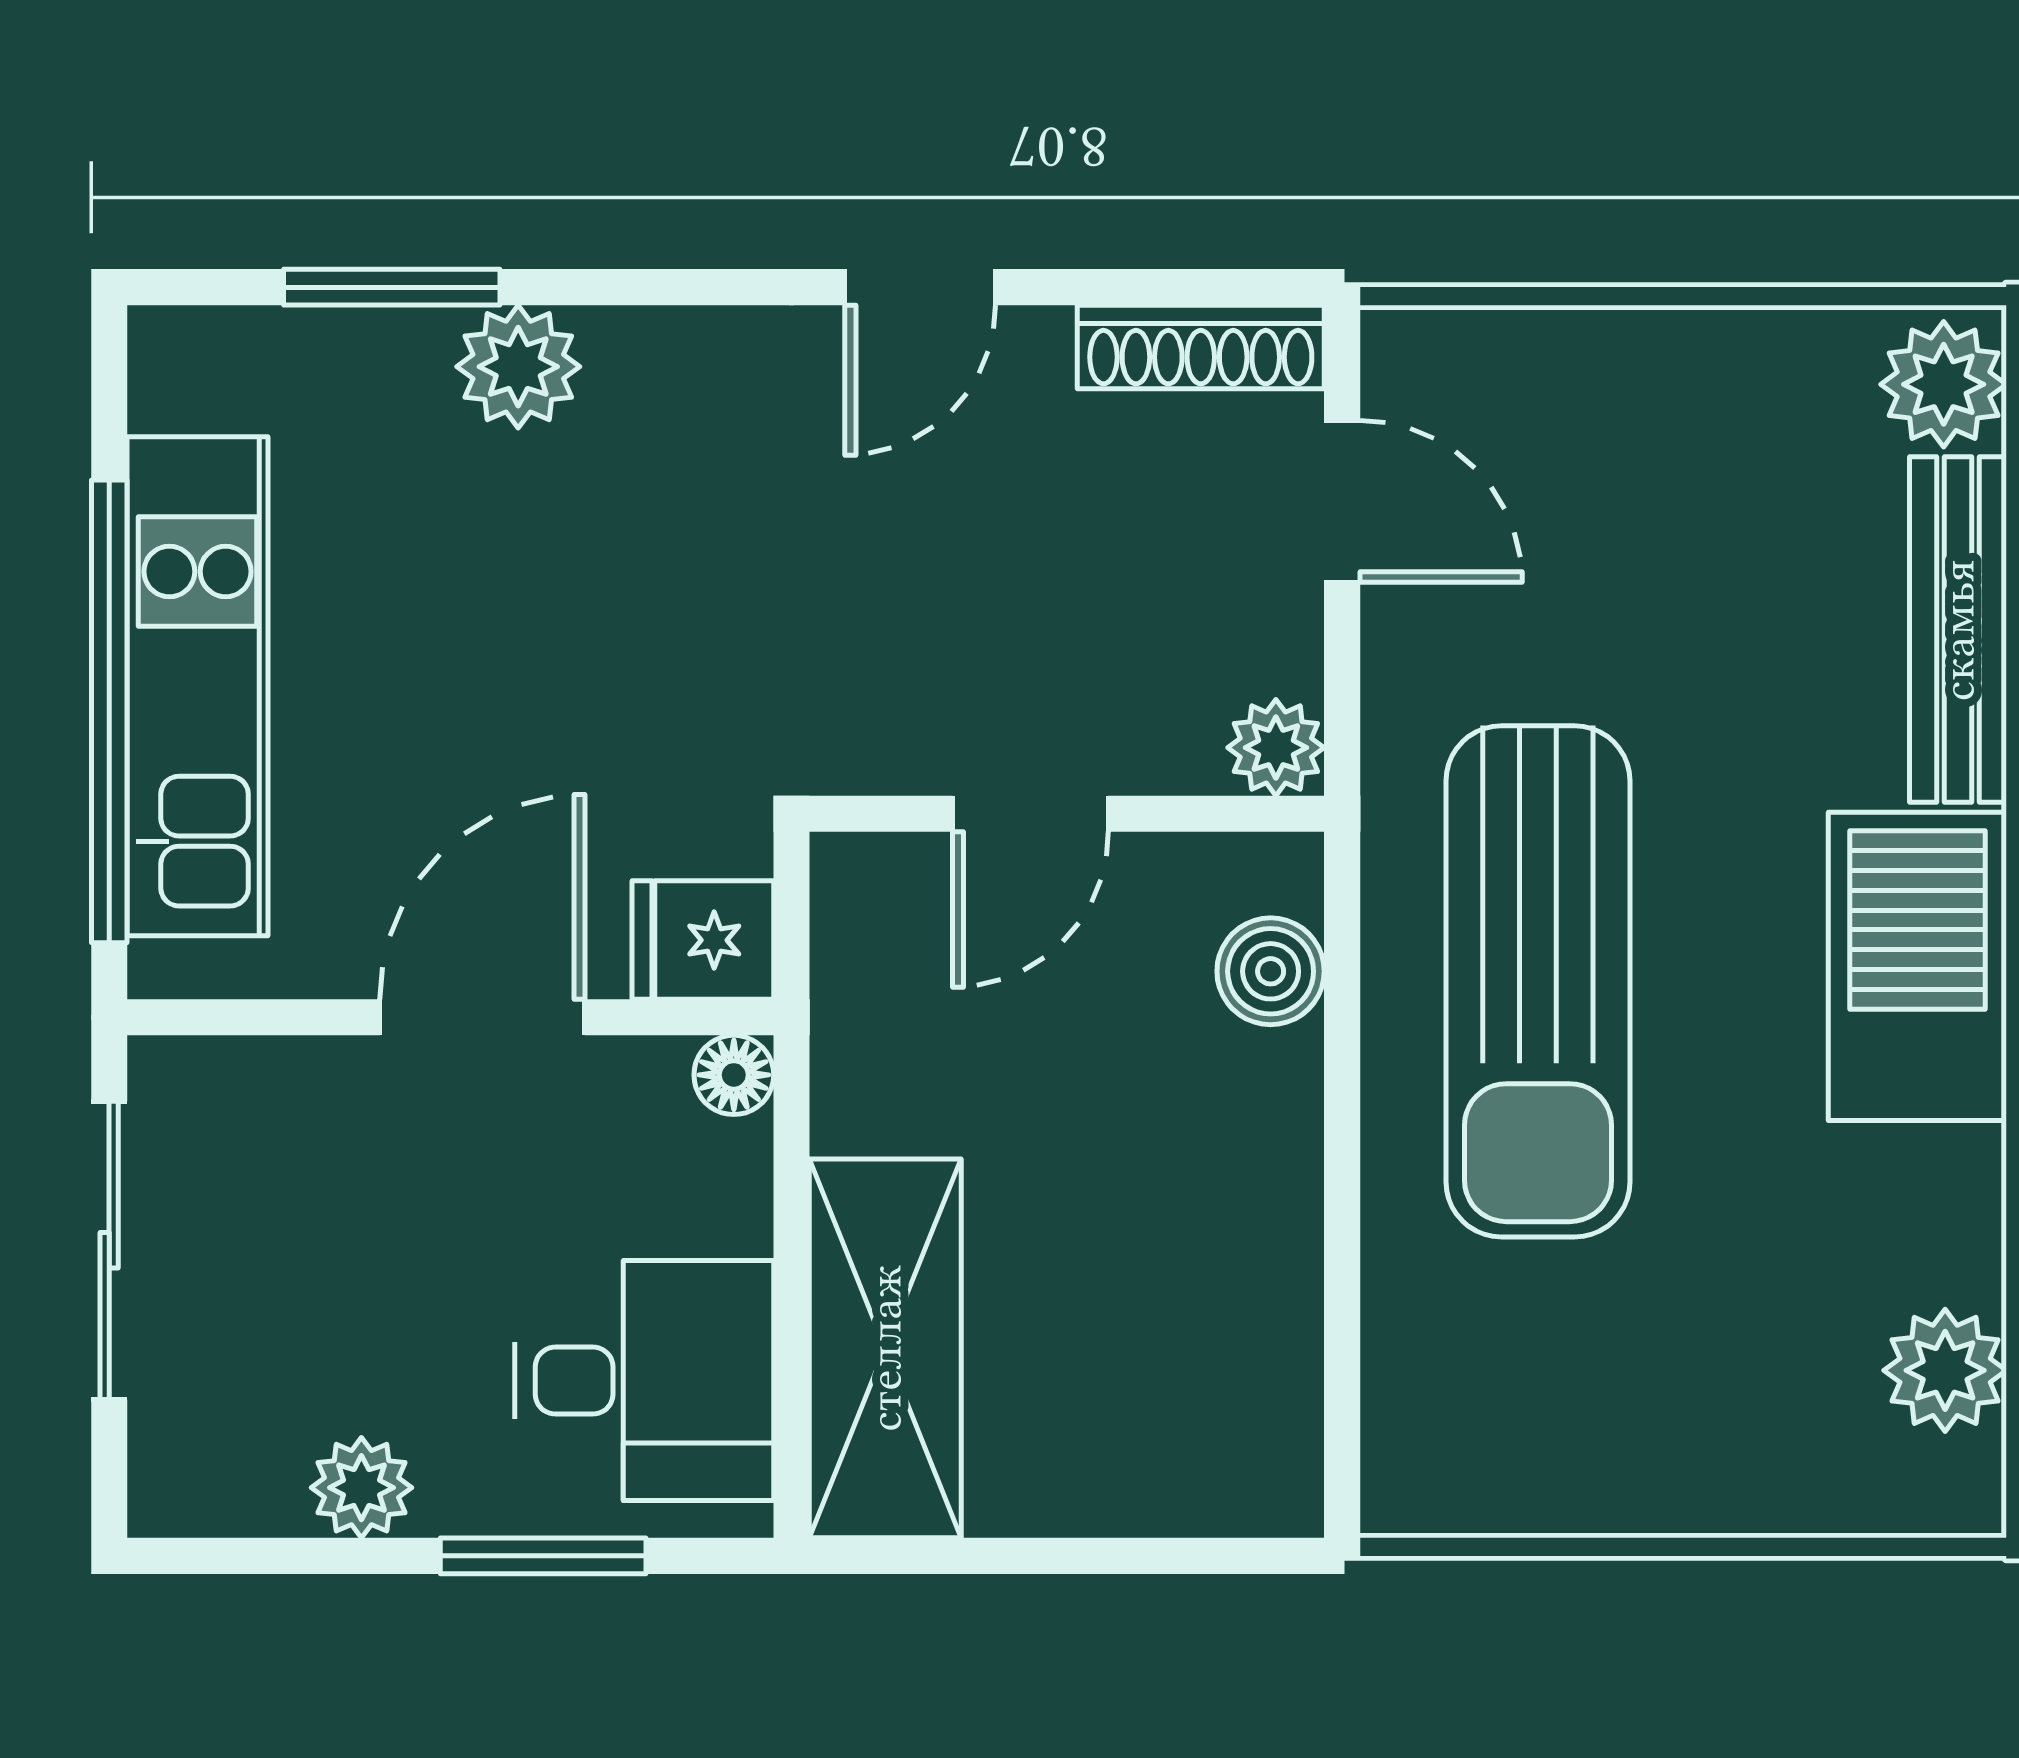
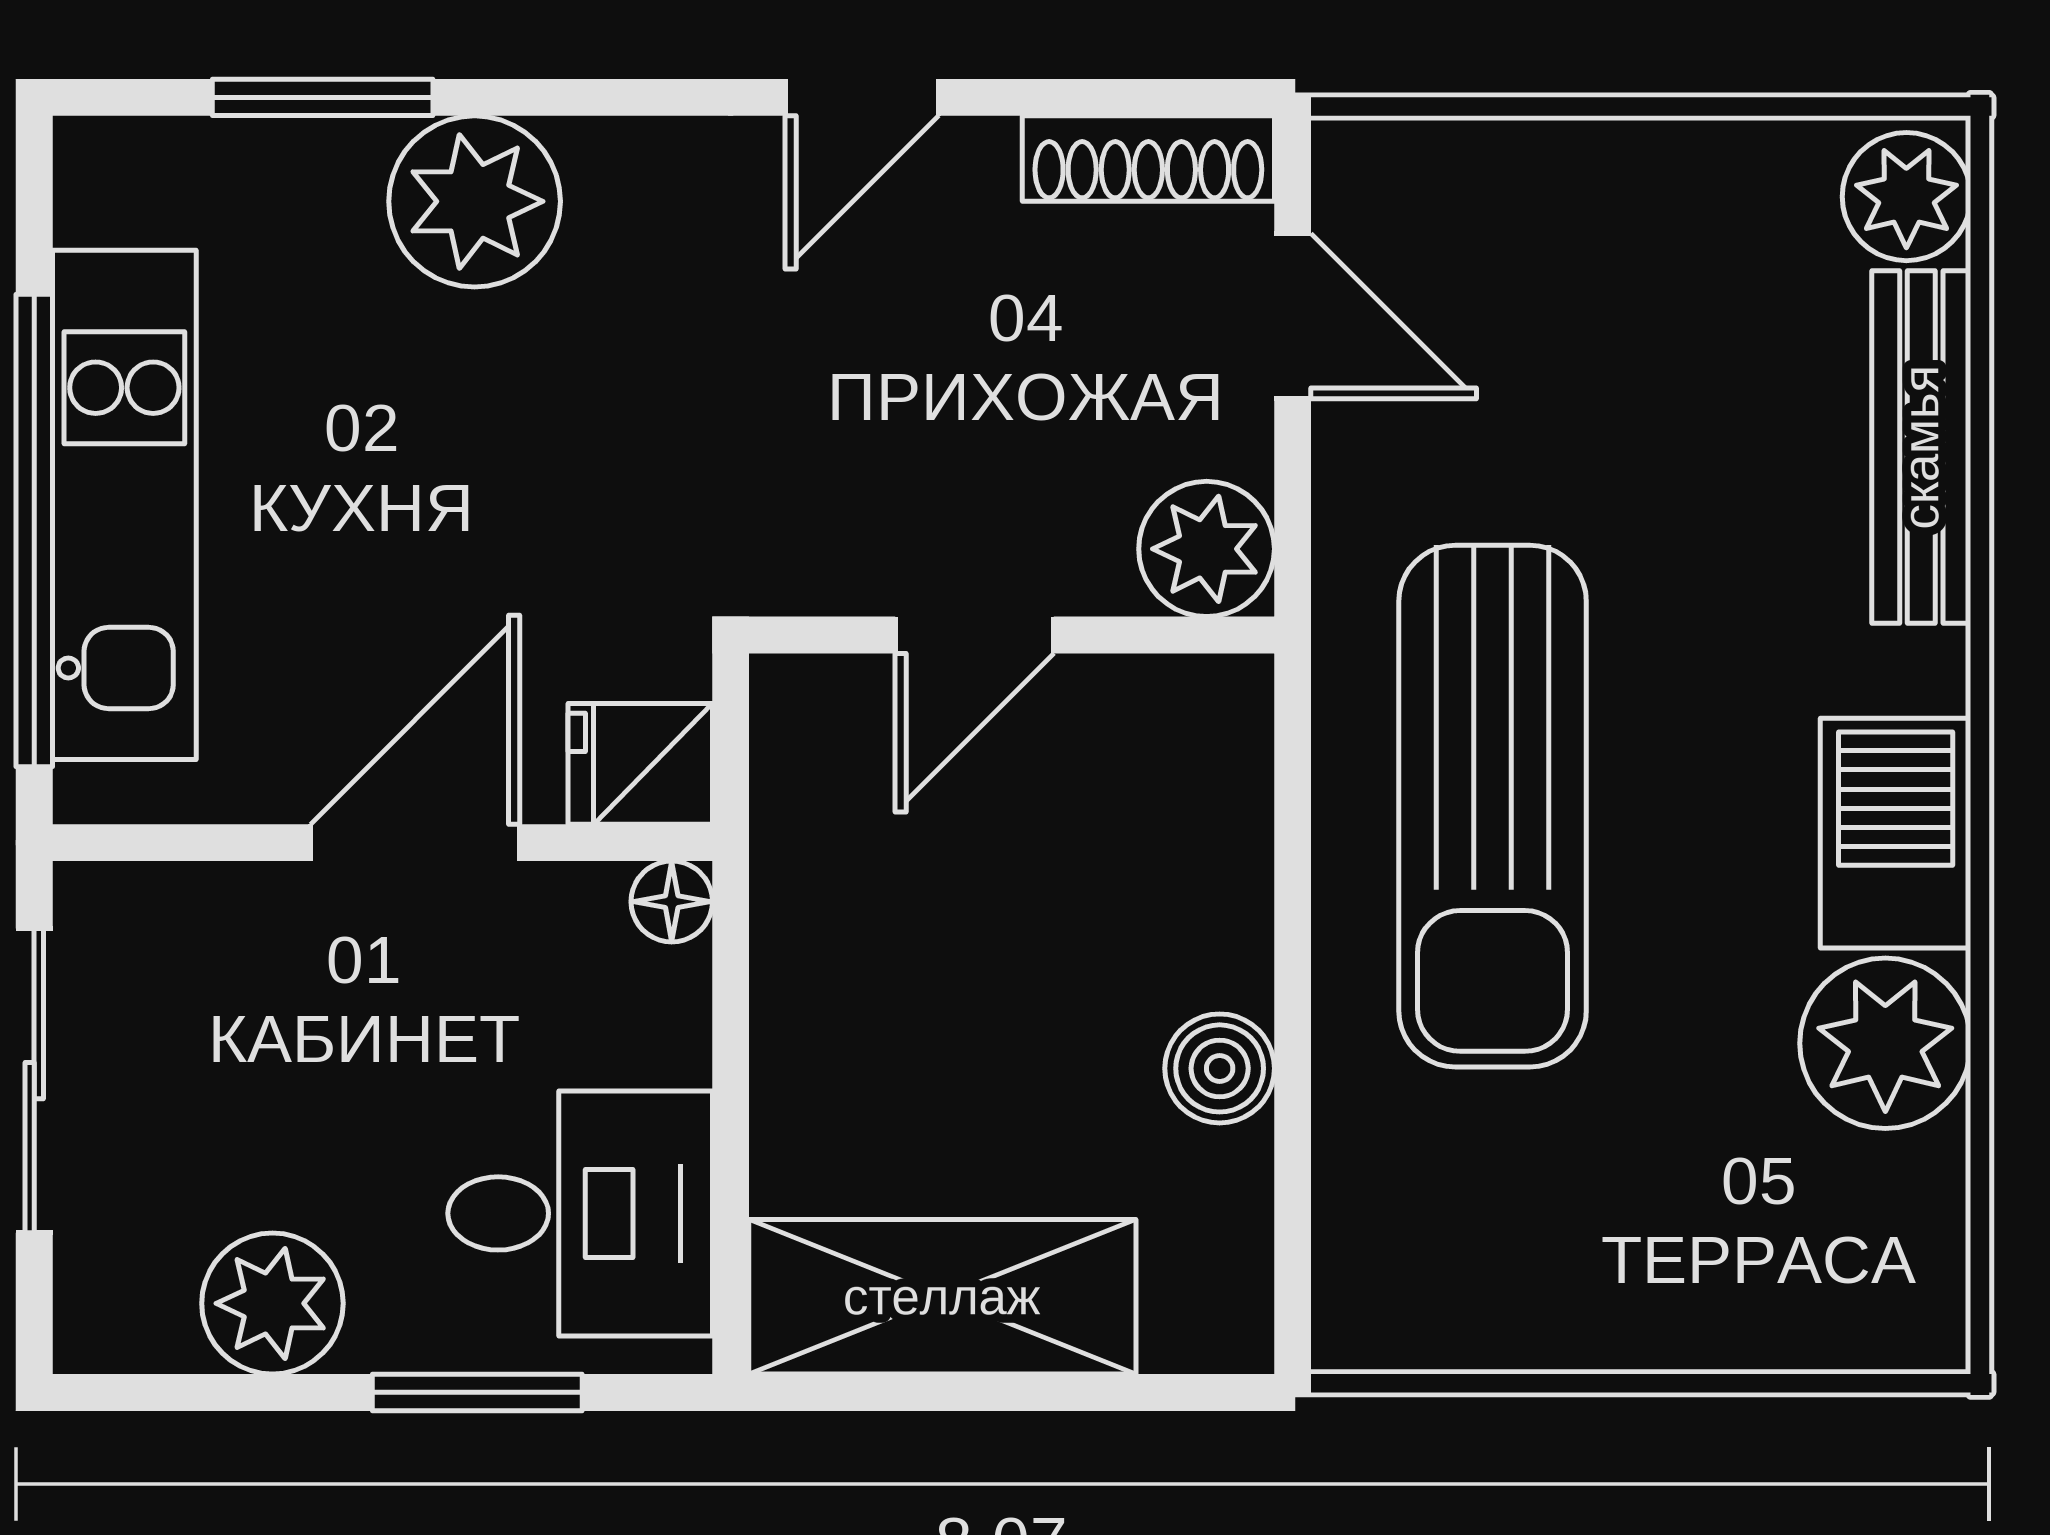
plant: (518, 367) -> (475, 201), width x1.36, depth x1.36
plant: (1276, 748) -> (1207, 549), width x1.38, depth x1.38
barbecue: (1917, 966) -> (1896, 833), width x0.73, depth x0.83
boiler: (1271, 971) -> (1220, 1068), moved
shelving: (885, 1348) -> (942, 1297), moved, turned 90
plant: (1945, 1370) -> (1885, 1043), moved, width x1.36, depth x1.36
plant: (361, 1488) -> (272, 1303), width x1.38, depth x1.38

